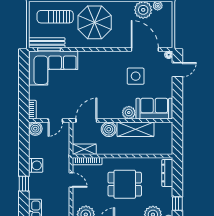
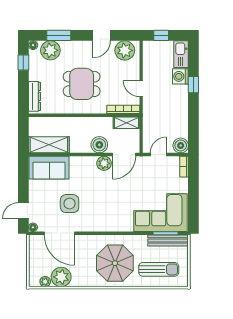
plant: (129, 113) -> (104, 163), moved
shelving: (135, 129) -> (49, 145), moved
washing machine: (36, 165) -> (180, 76), moved

